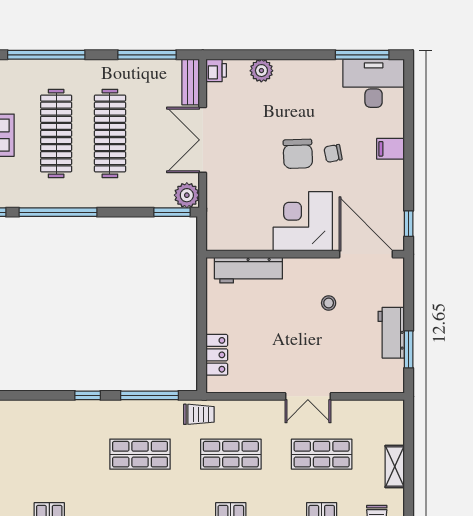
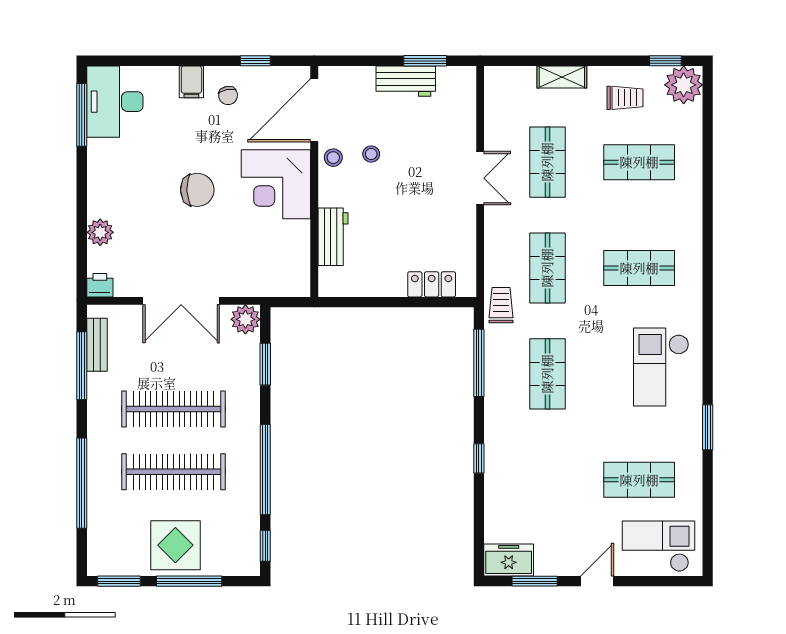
bench: (191, 82) -> (97, 345), moved, turned 90
chair: (333, 153) -> (228, 95), moved
window: (172, 212) -> (265, 364), moved
window: (409, 224) -> (255, 61), moved
workbench: (248, 270) -> (333, 237), width x0.73
stool: (326, 271) -> (333, 158), added
window: (88, 395) -> (479, 458), moved

